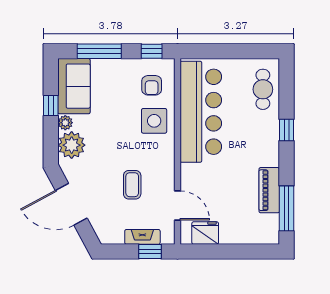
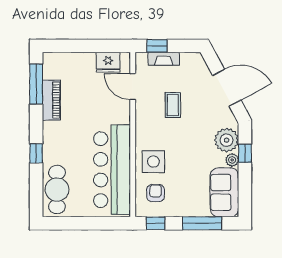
cafe table: (263, 89) -> (57, 190), width x1.37, depth x1.35
window: (51, 106) -> (245, 153), moved

